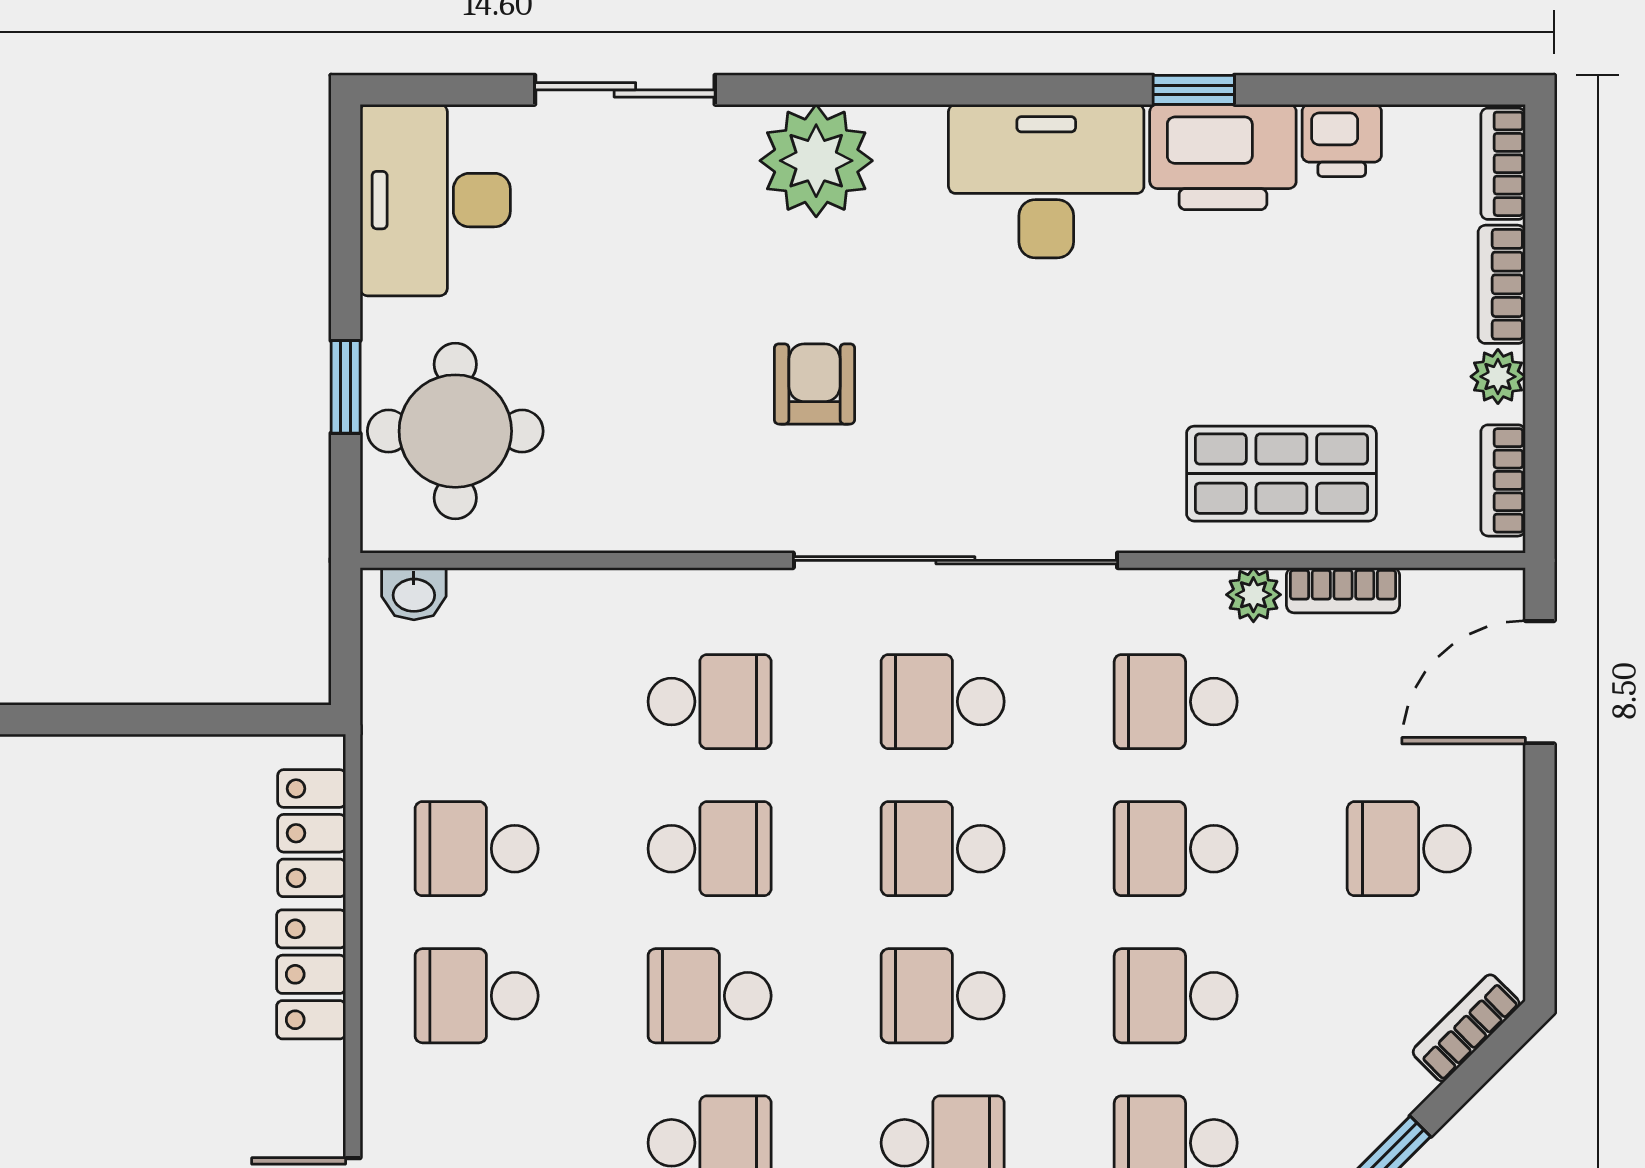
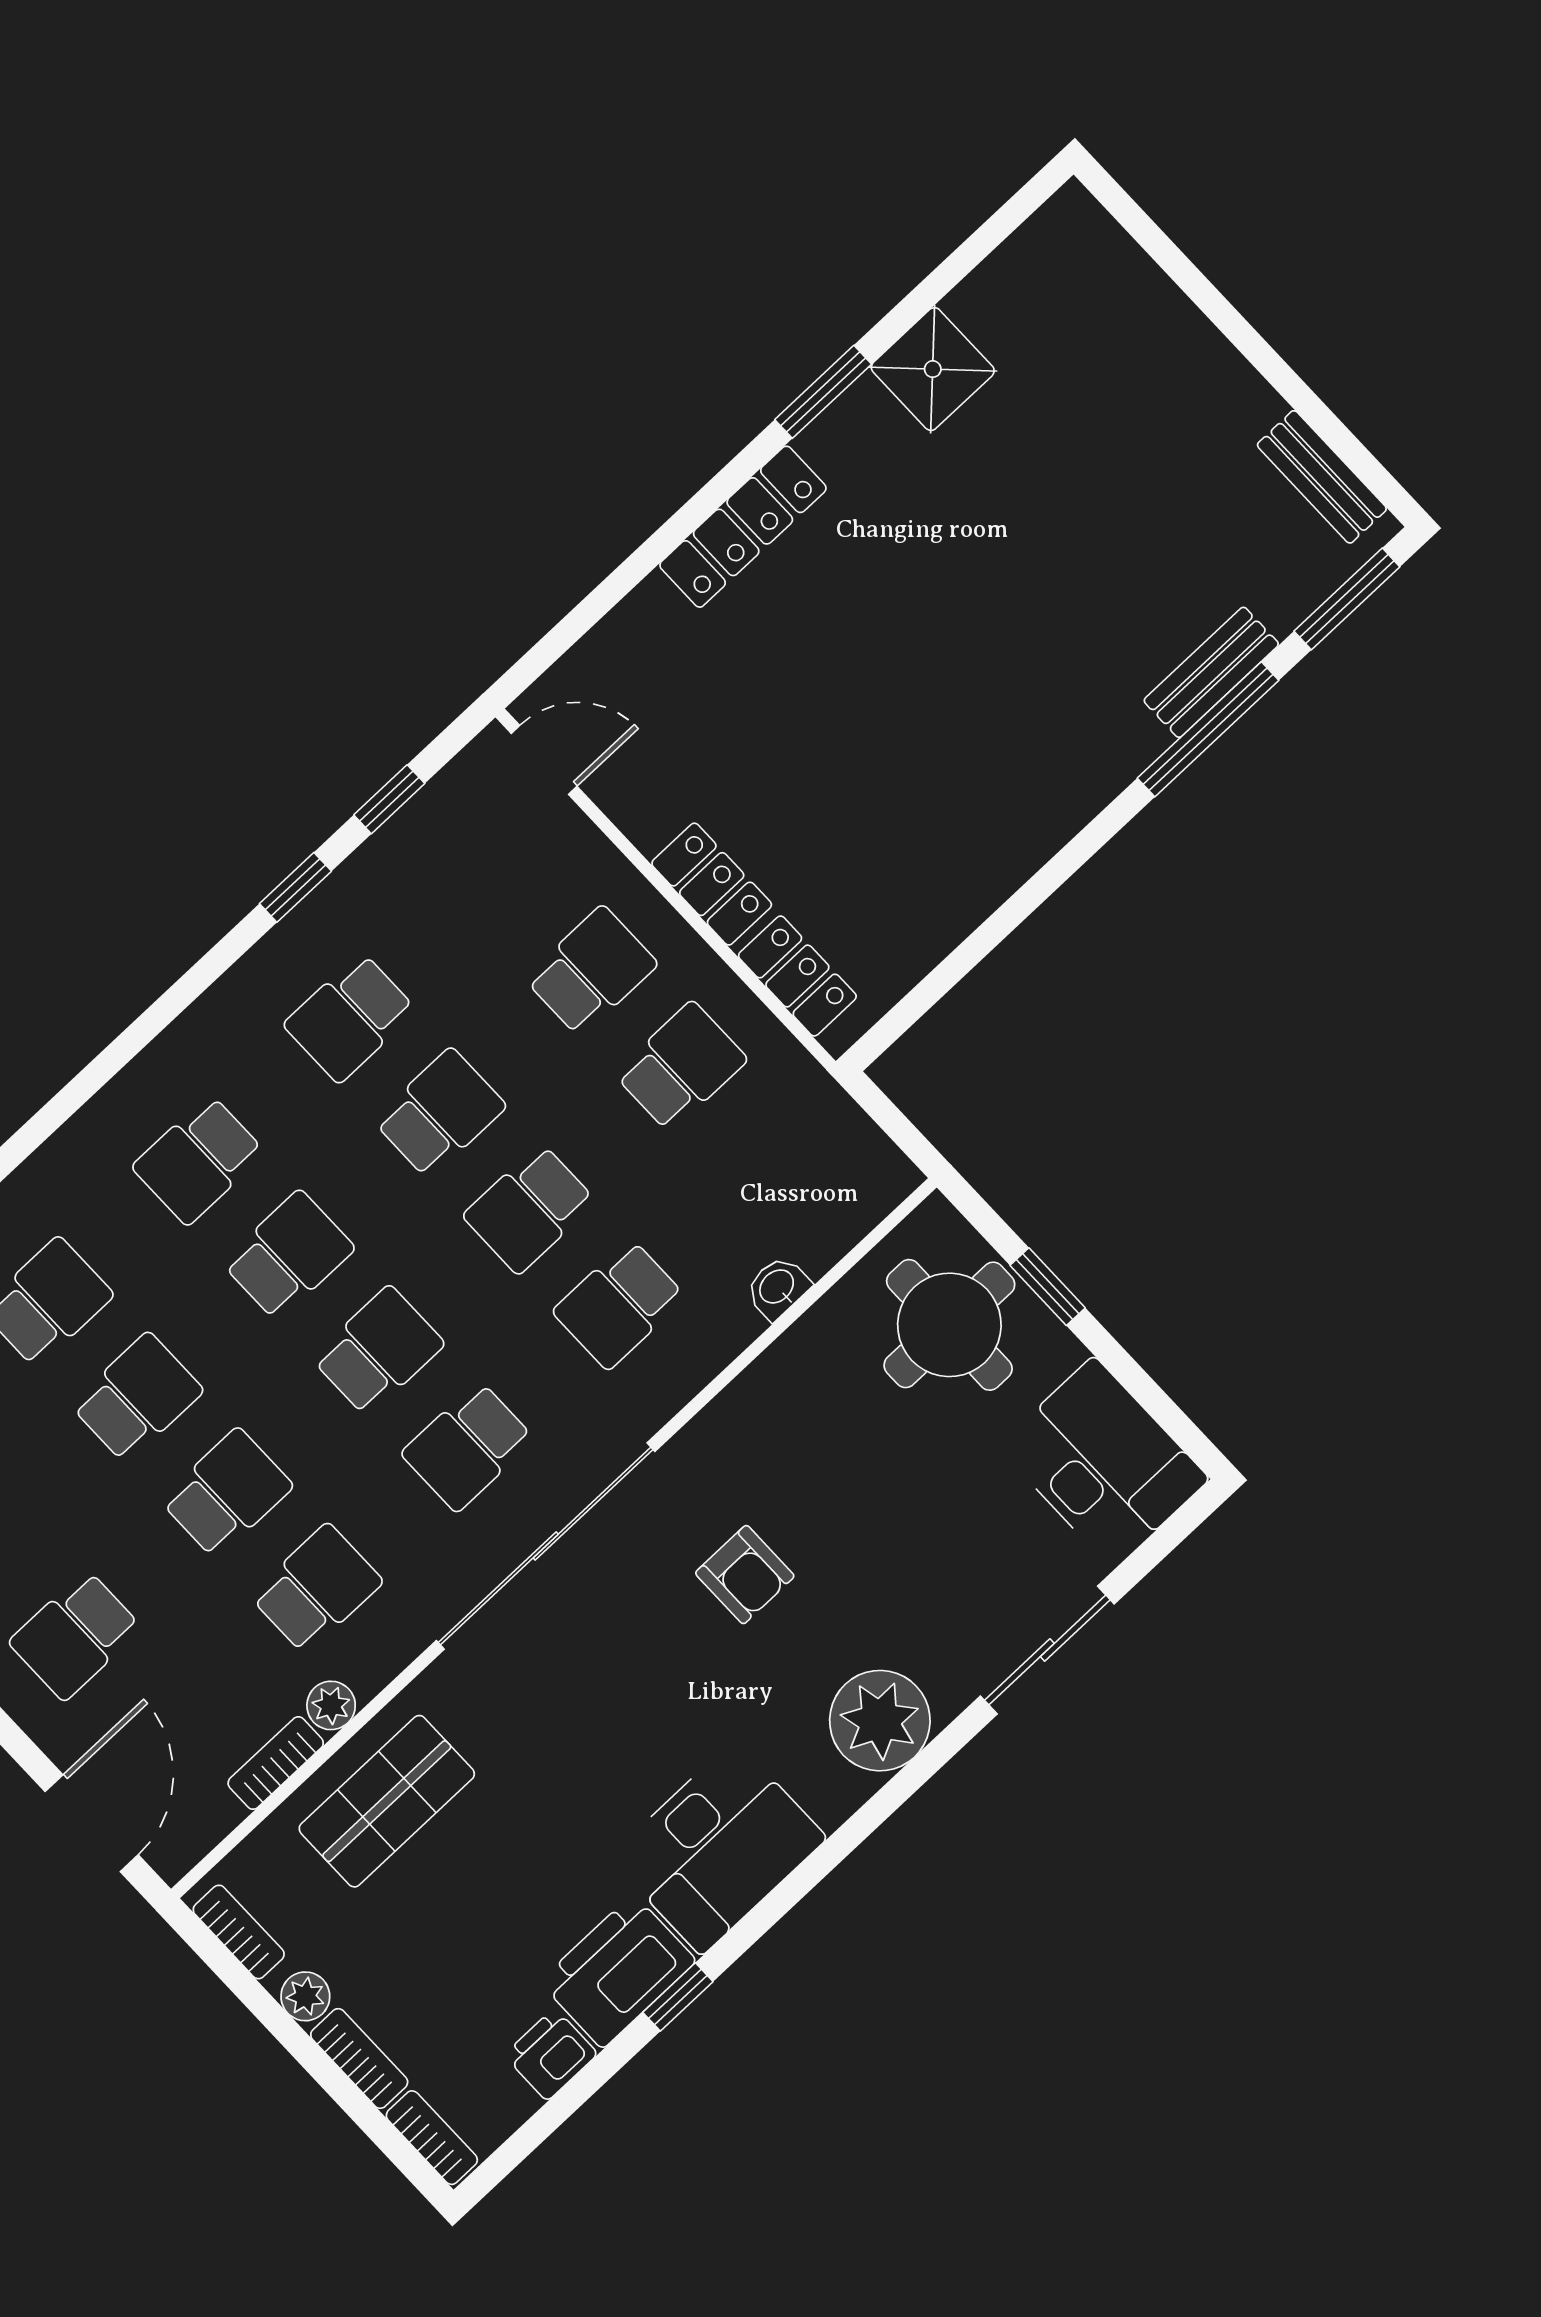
washbasin: (414, 594) -> (778, 1287), moved
school desk: (943, 702) -> (468, 1446), turned 180
school desk: (1409, 849) -> (75, 1635), turned 180

